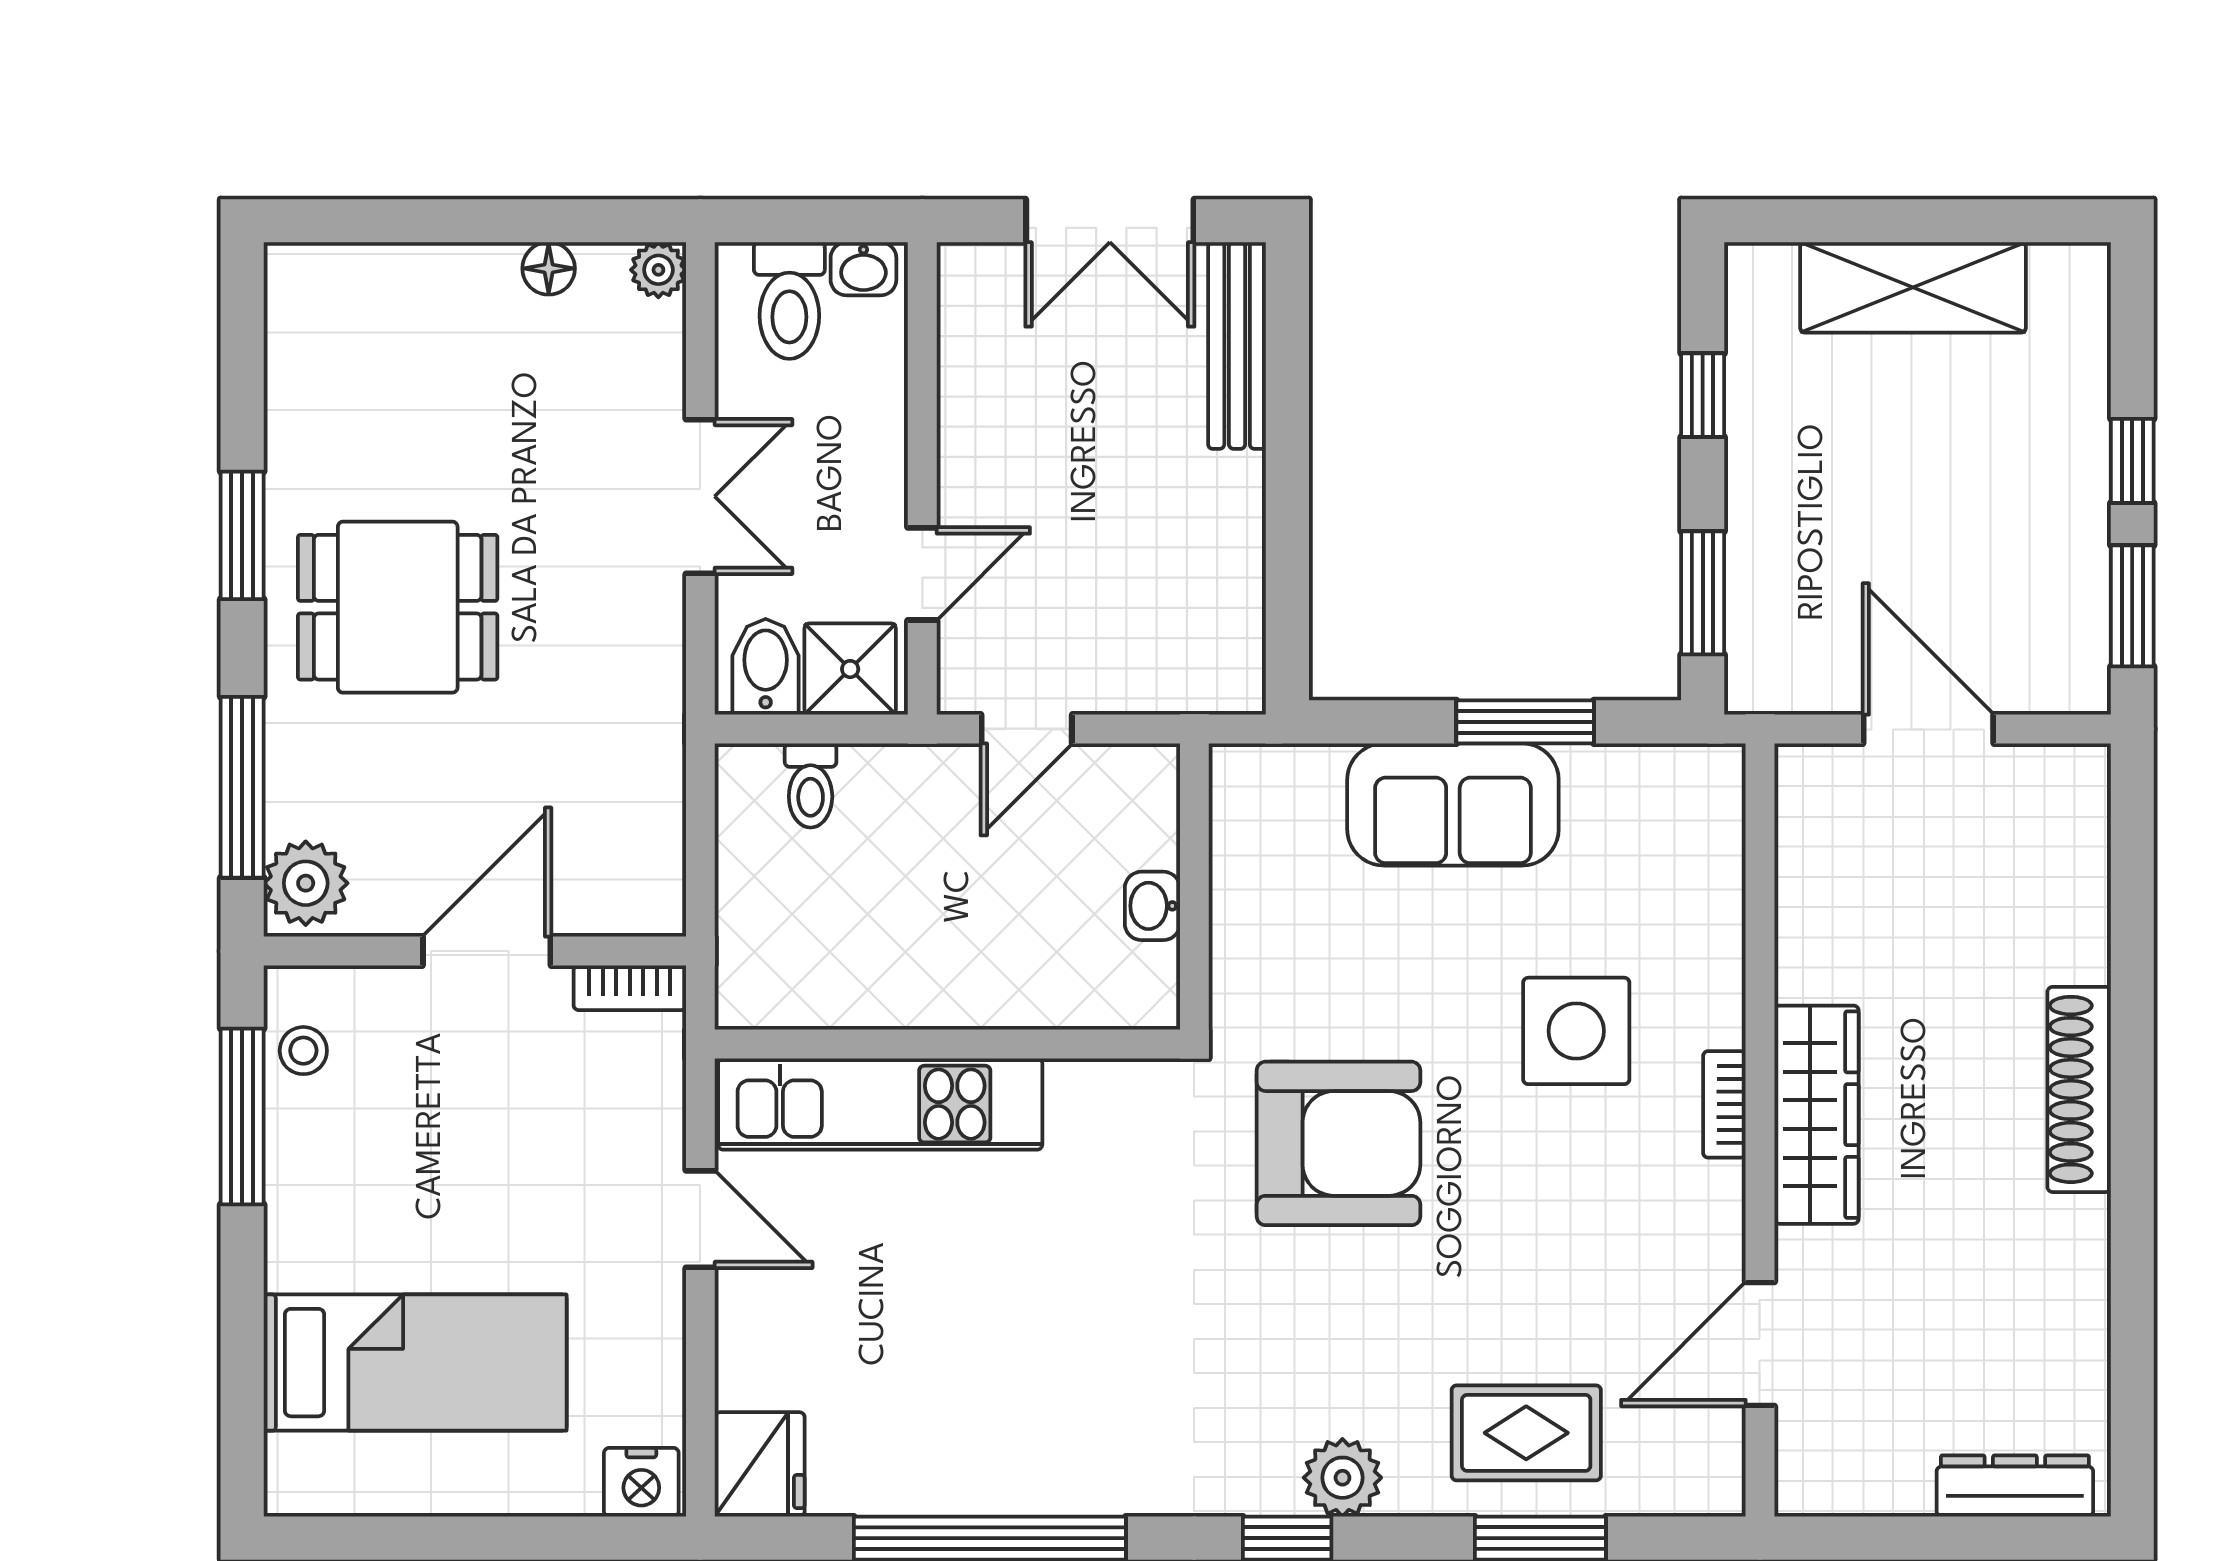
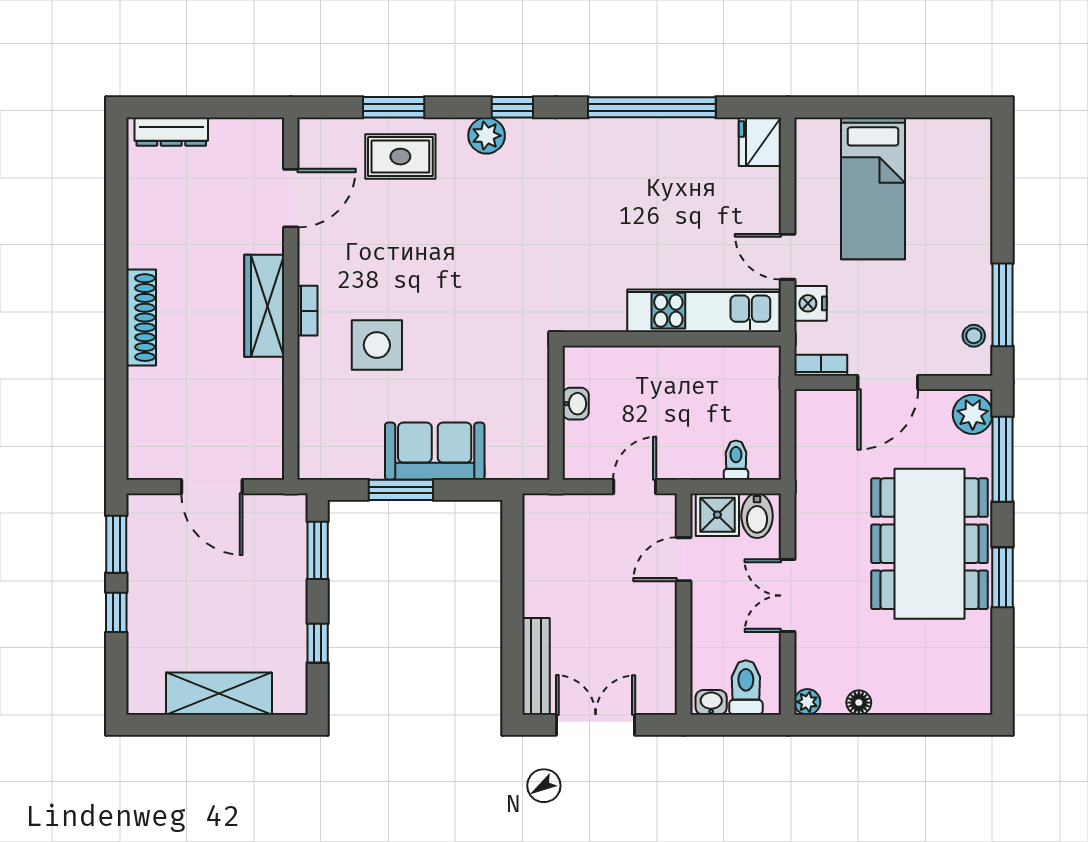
dining table: (398, 607) -> (930, 544), width x1.88, depth x1.24
armchair: (1339, 1143) -> (488, 292), removed
bed: (415, 1363) -> (873, 188), moved, turned -90
nightstand: (641, 1482) -> (810, 303), moved, turned -90

